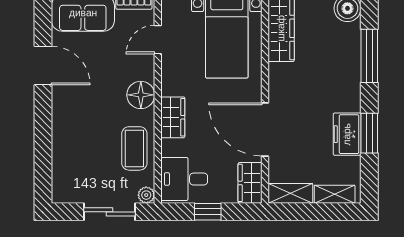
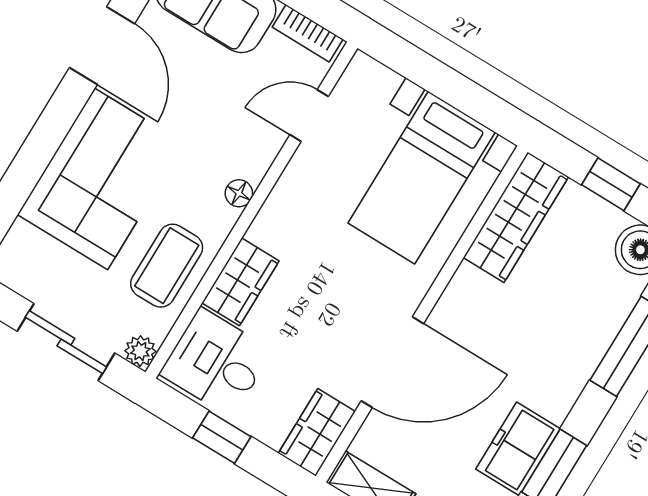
floor lamp: (141, 95) -> (239, 193), width x0.53, depth x0.53
wardrobe: (173, 117) -> (240, 282), moved
corner sofa: (80, 127) -> (101, 179), added
door: (265, 129) -> (392, 362), swing flipped

